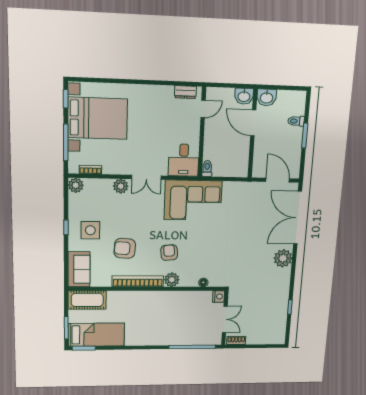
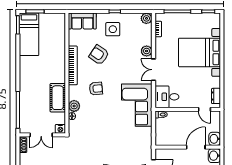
bed with nightstands: (98, 118) -> (199, 52), moved, turned 90
armchair: (125, 248) -> (99, 55), turned -60
plant: (172, 280) -> (74, 106), moved
cot: (87, 300) -> (58, 98), moved

